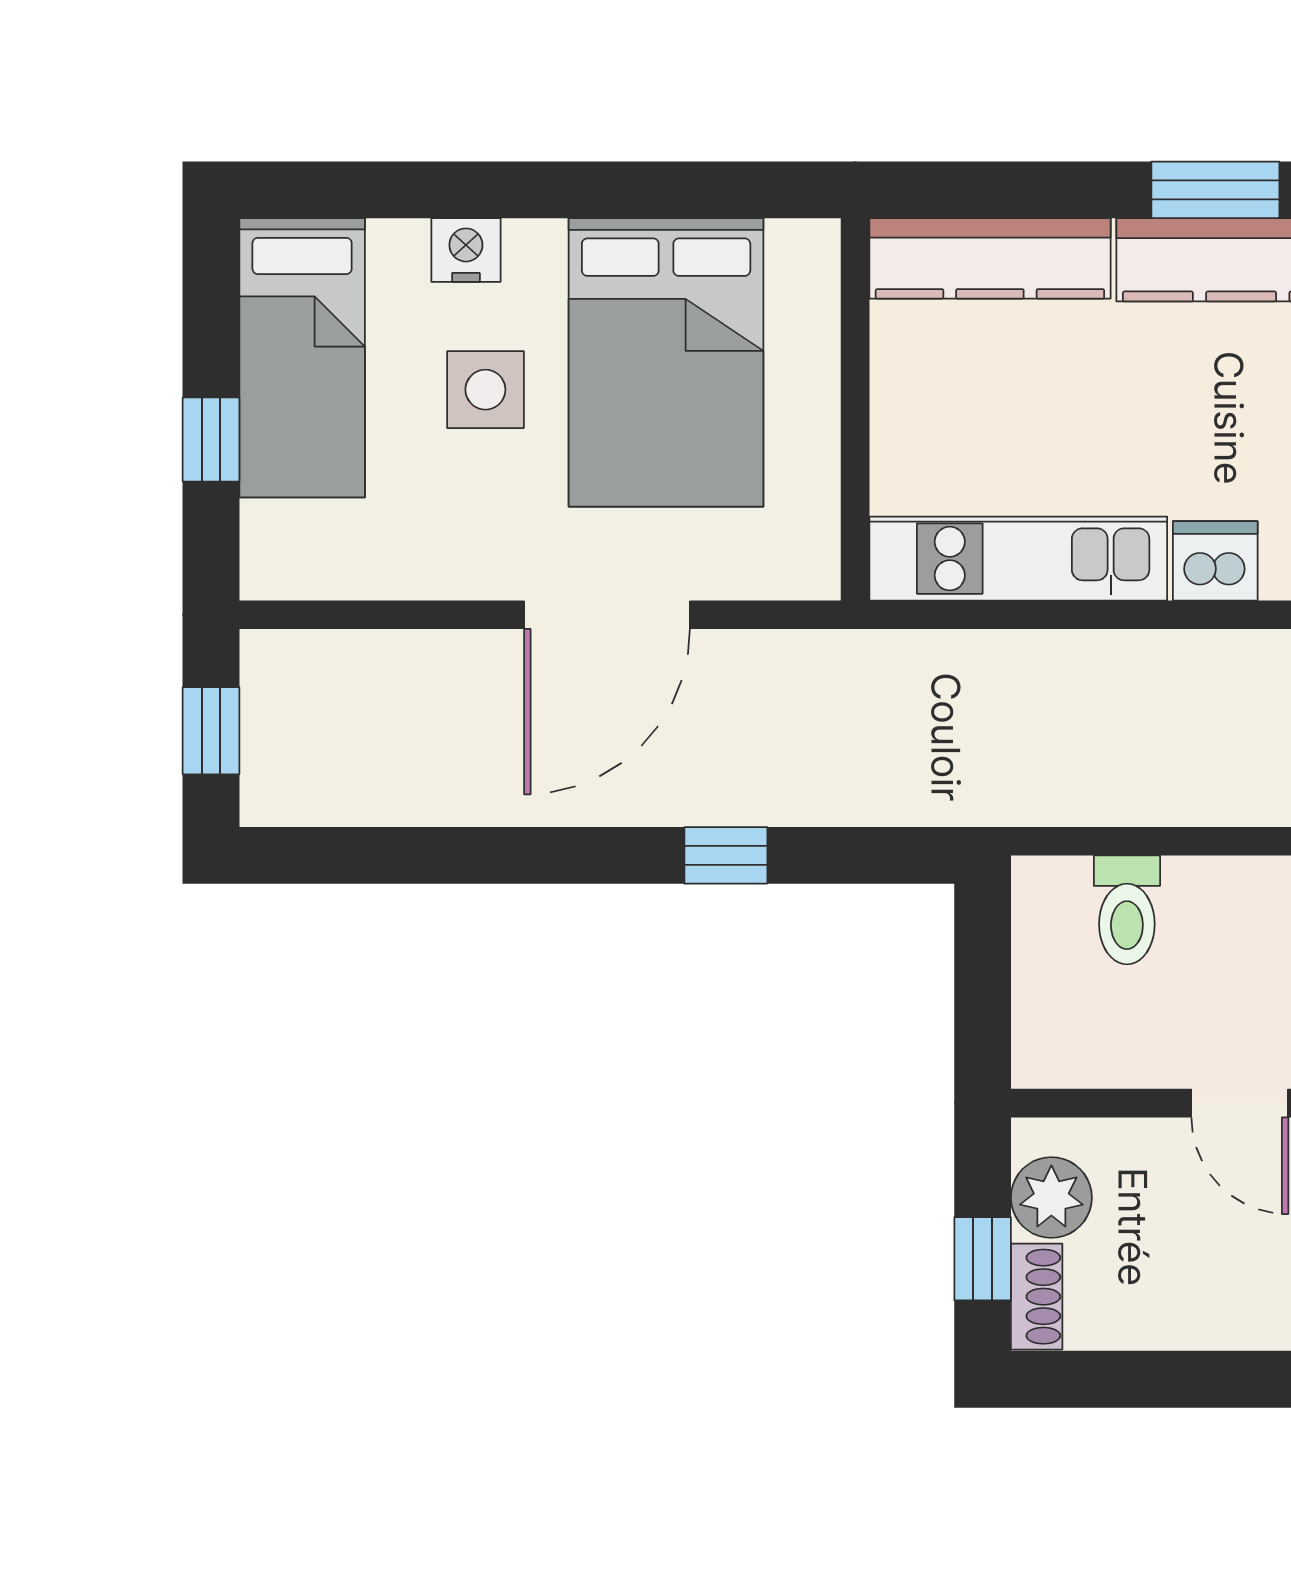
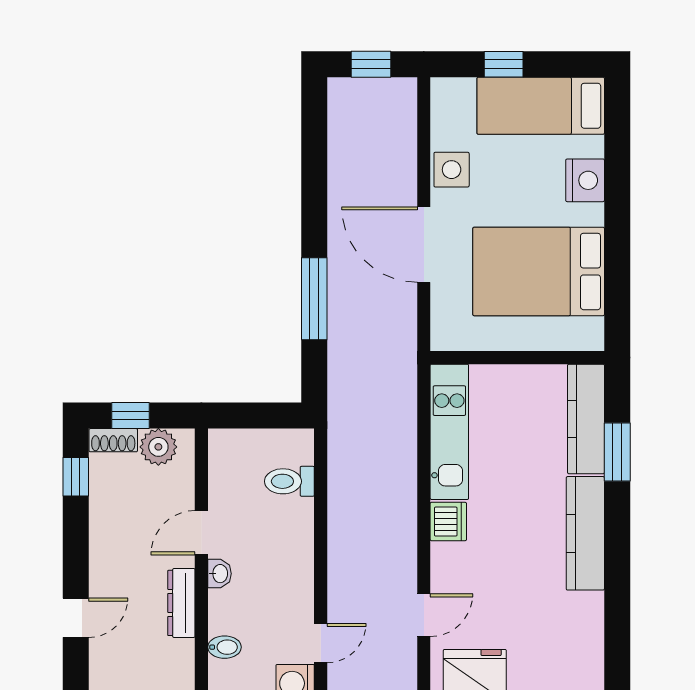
window: (1215, 190) -> (617, 452), moved
nightstand: (466, 250) -> (585, 180), width x1.36, depth x1.33
side table: (485, 390) -> (452, 170), moved
window: (726, 855) -> (314, 299), width x2.17
window: (1117, 1379) -> (76, 477), added

